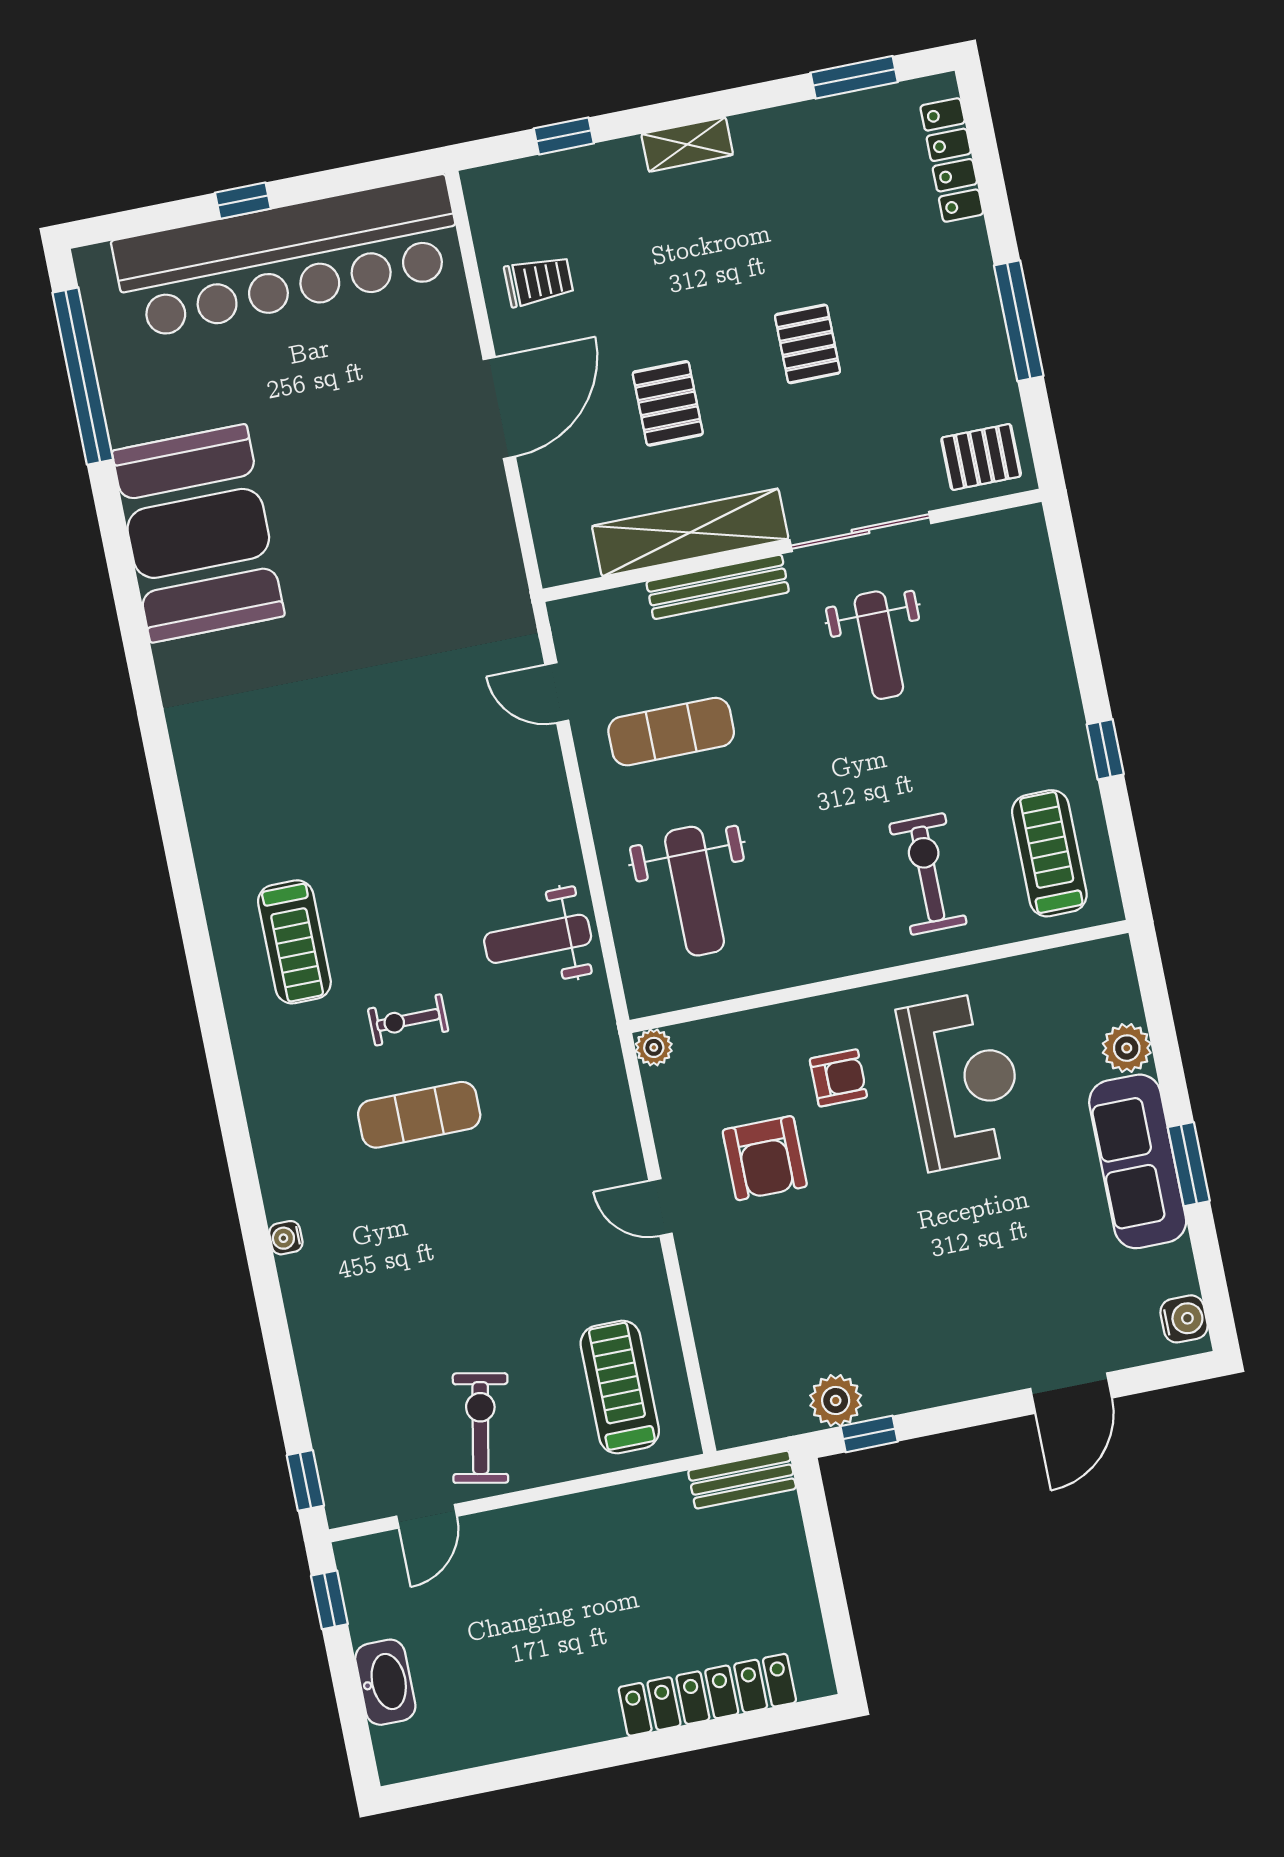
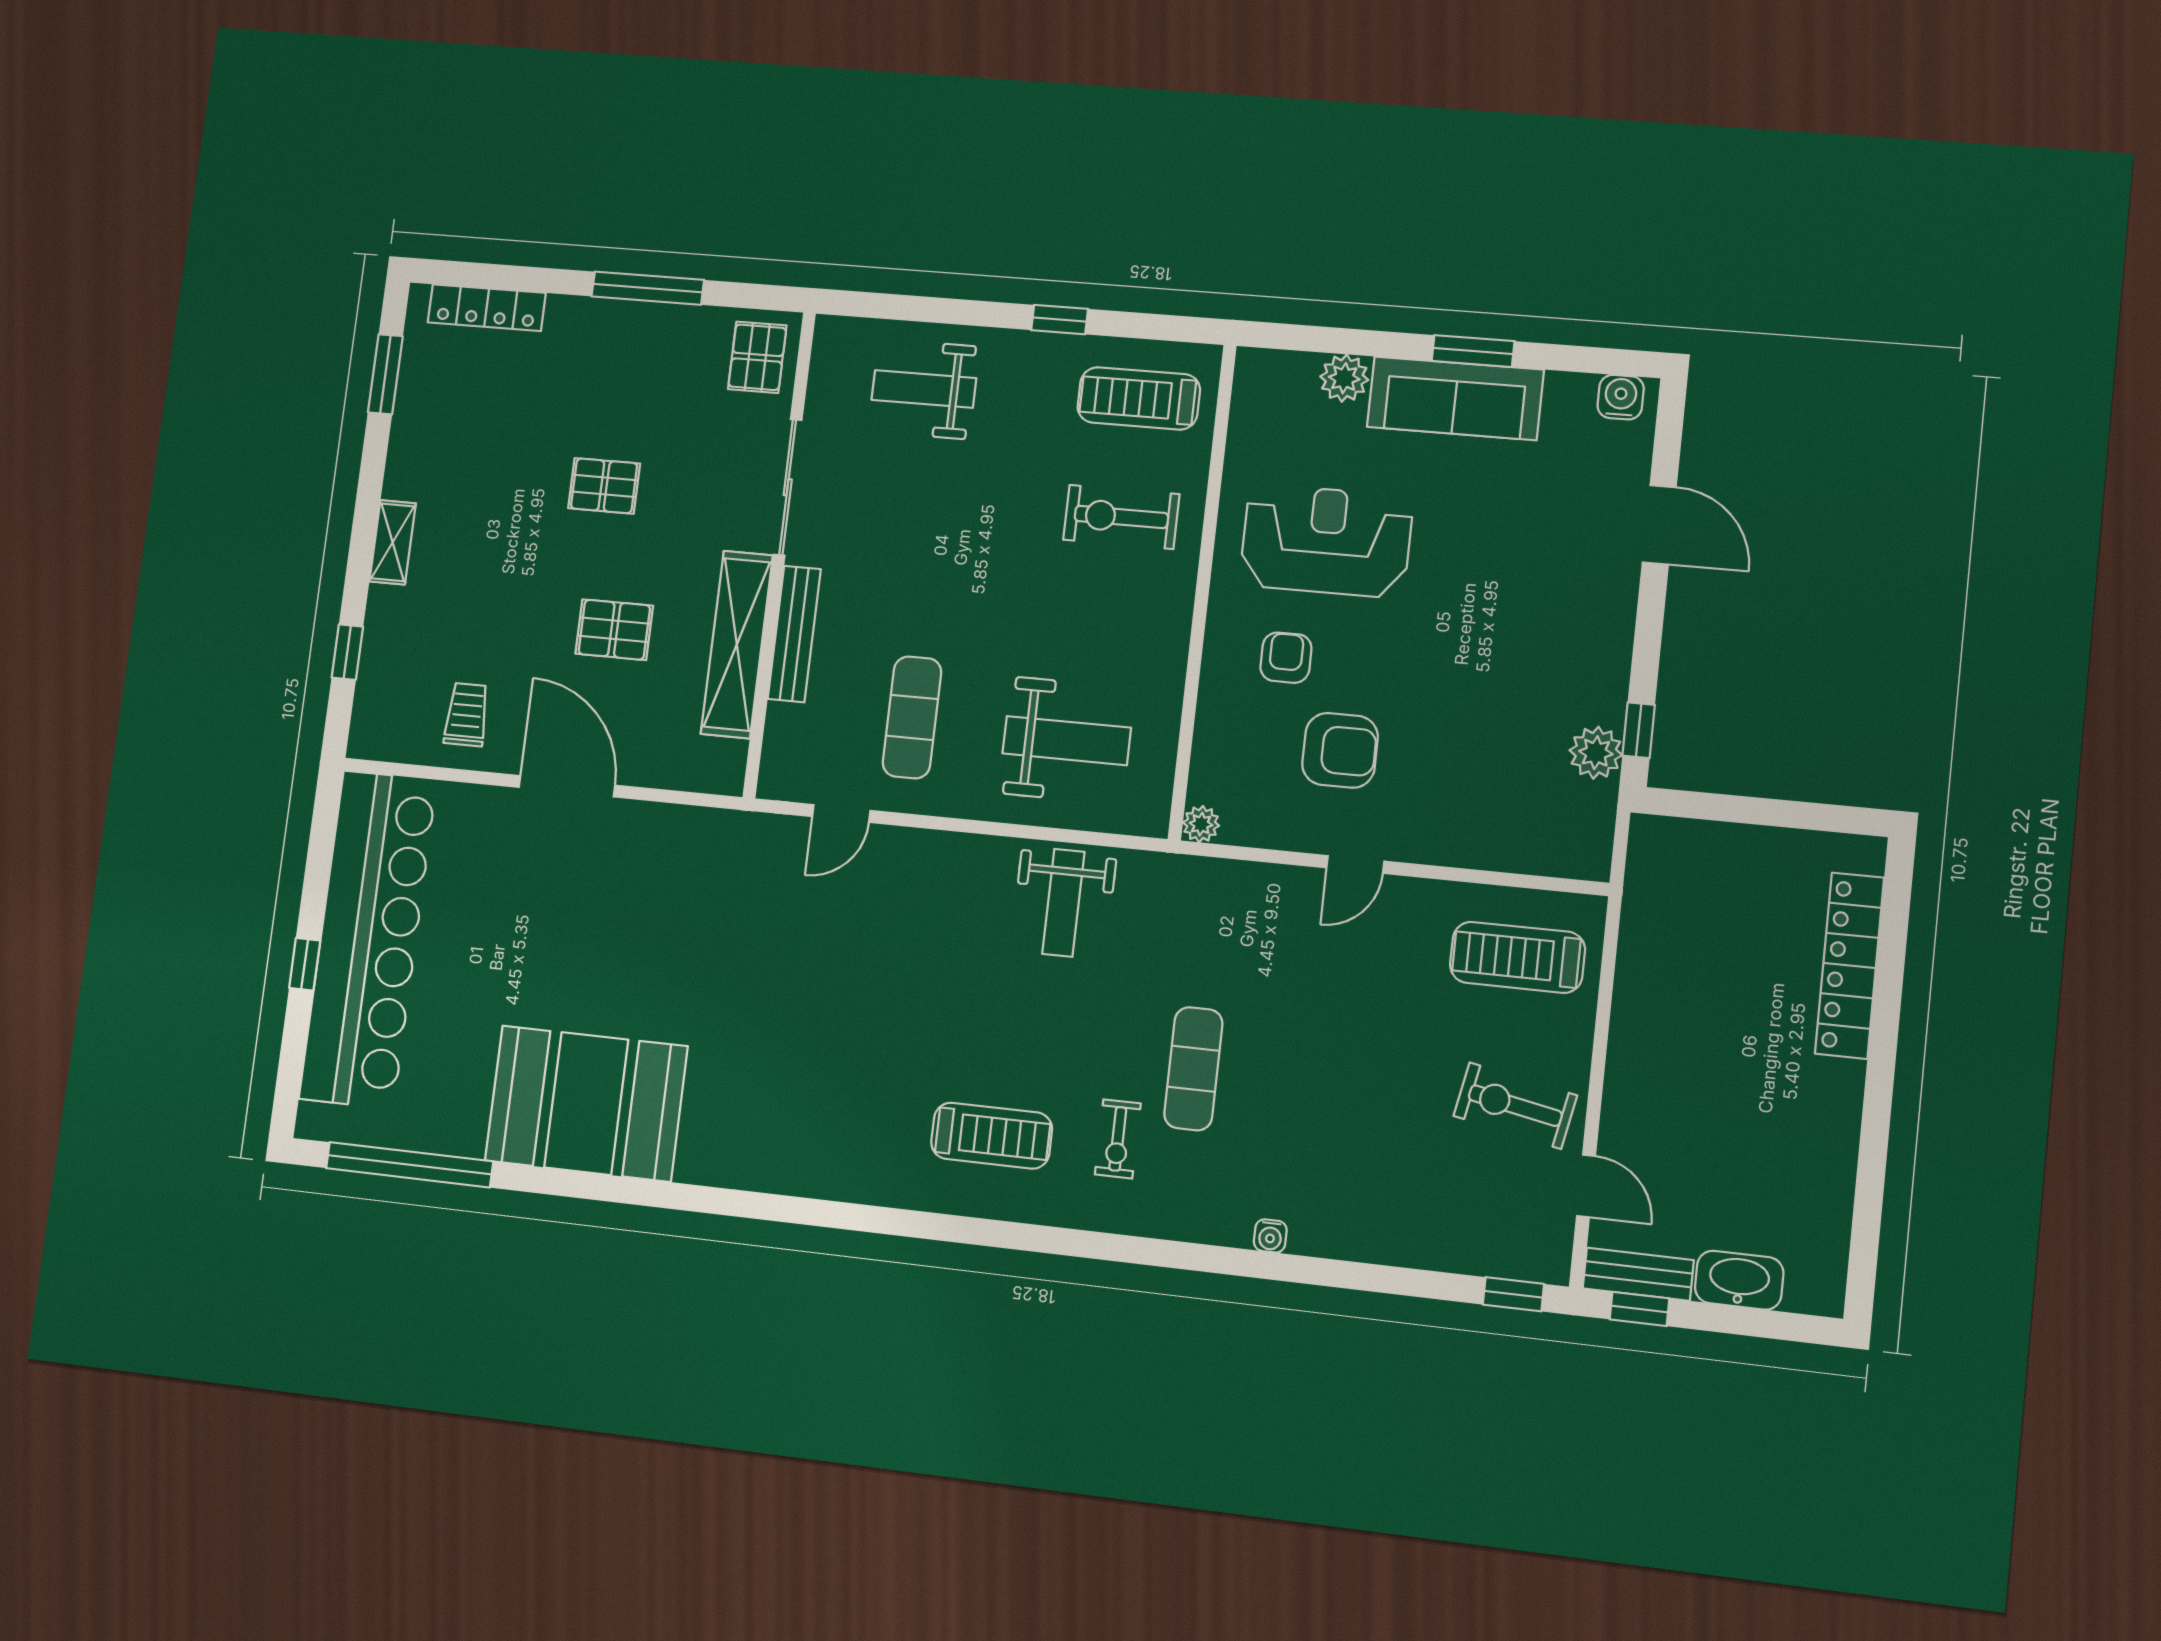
weight bench: (879, 645) -> (924, 389), moved, turned 180
exercise bike: (408, 1020) -> (1118, 1139), moved
bench: (742, 1480) -> (1638, 1274), moved, turned 90

